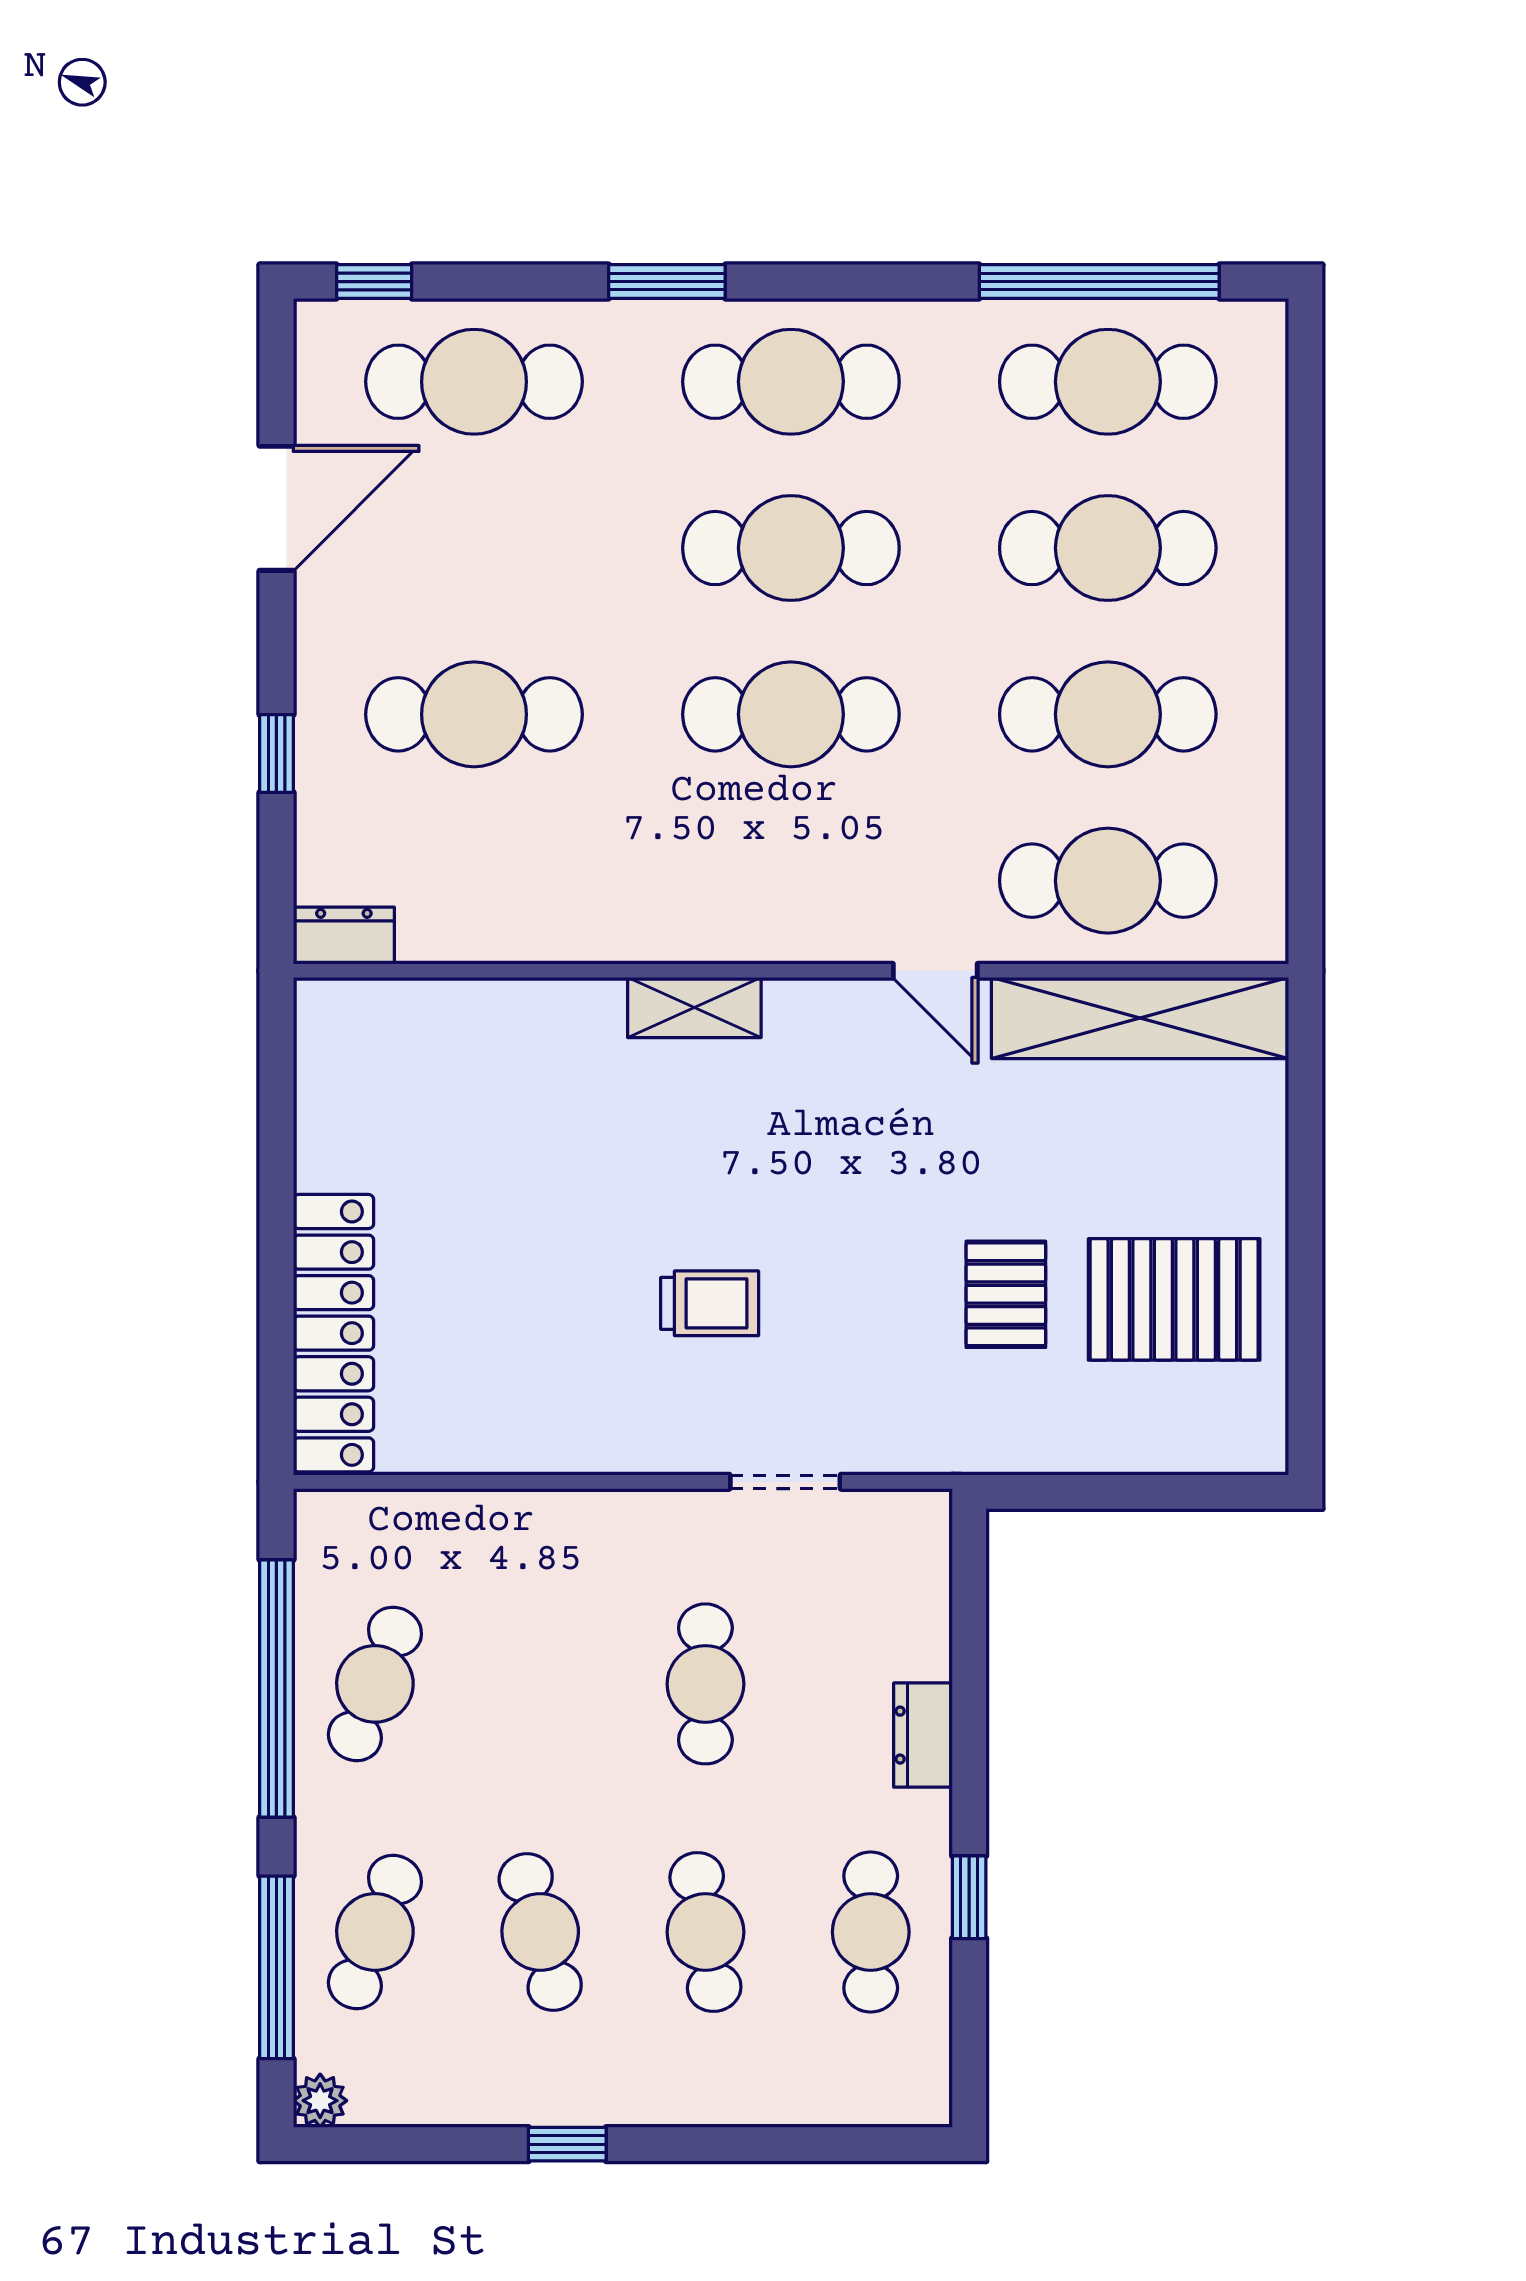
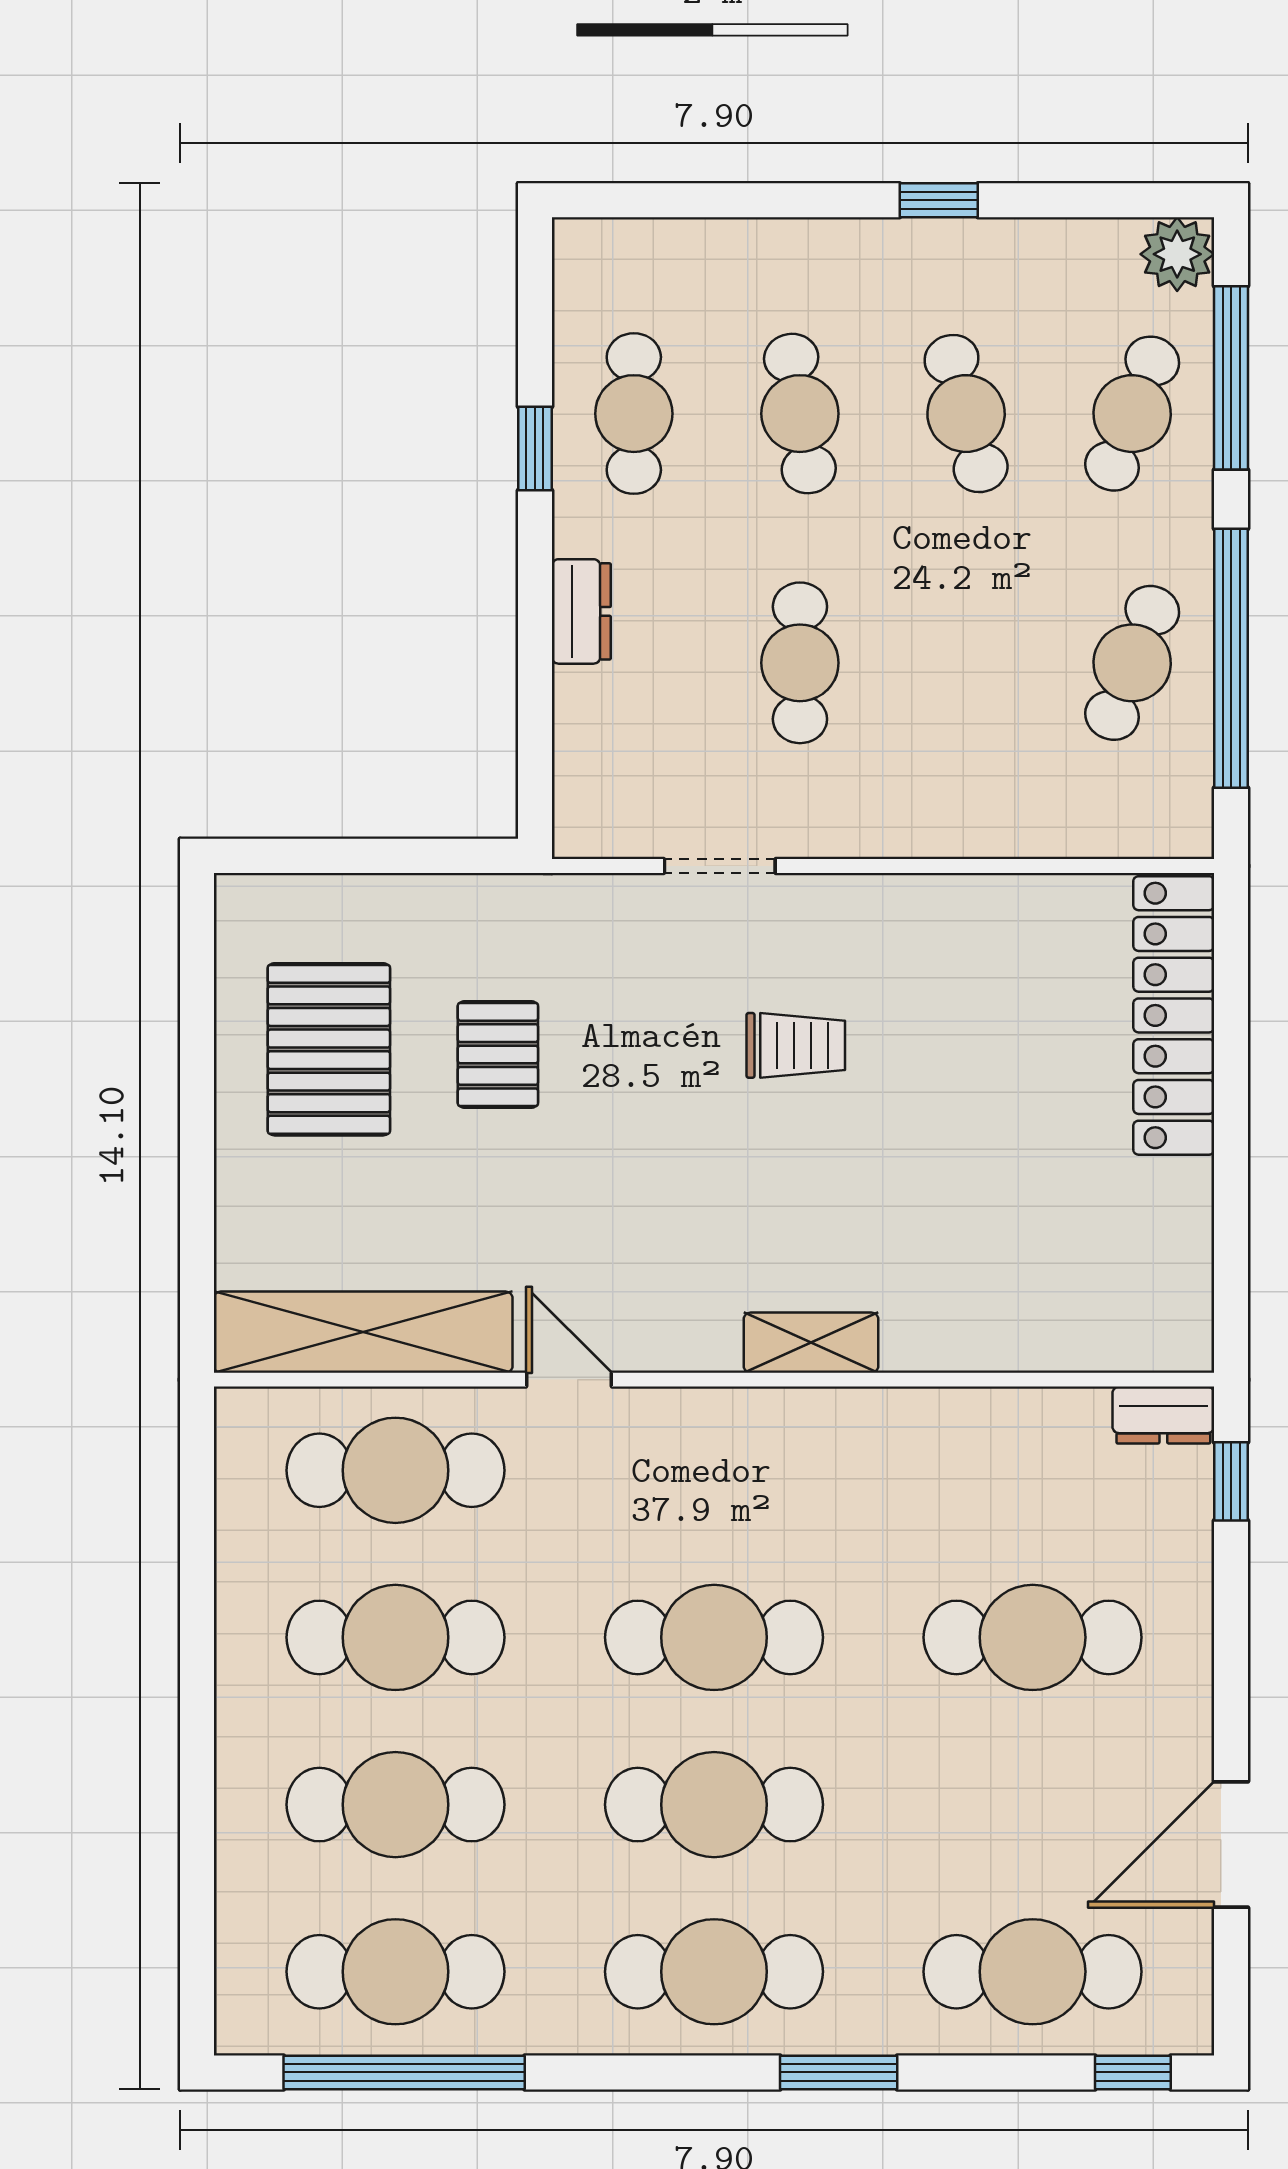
window: (276, 754) -> (1231, 1481), moved
pallet: (1174, 1299) -> (329, 1049), turned 90
trolley: (710, 1303) -> (796, 1045), turned 180
plant: (320, 2101) -> (1177, 254), width x1.38, depth x1.38

